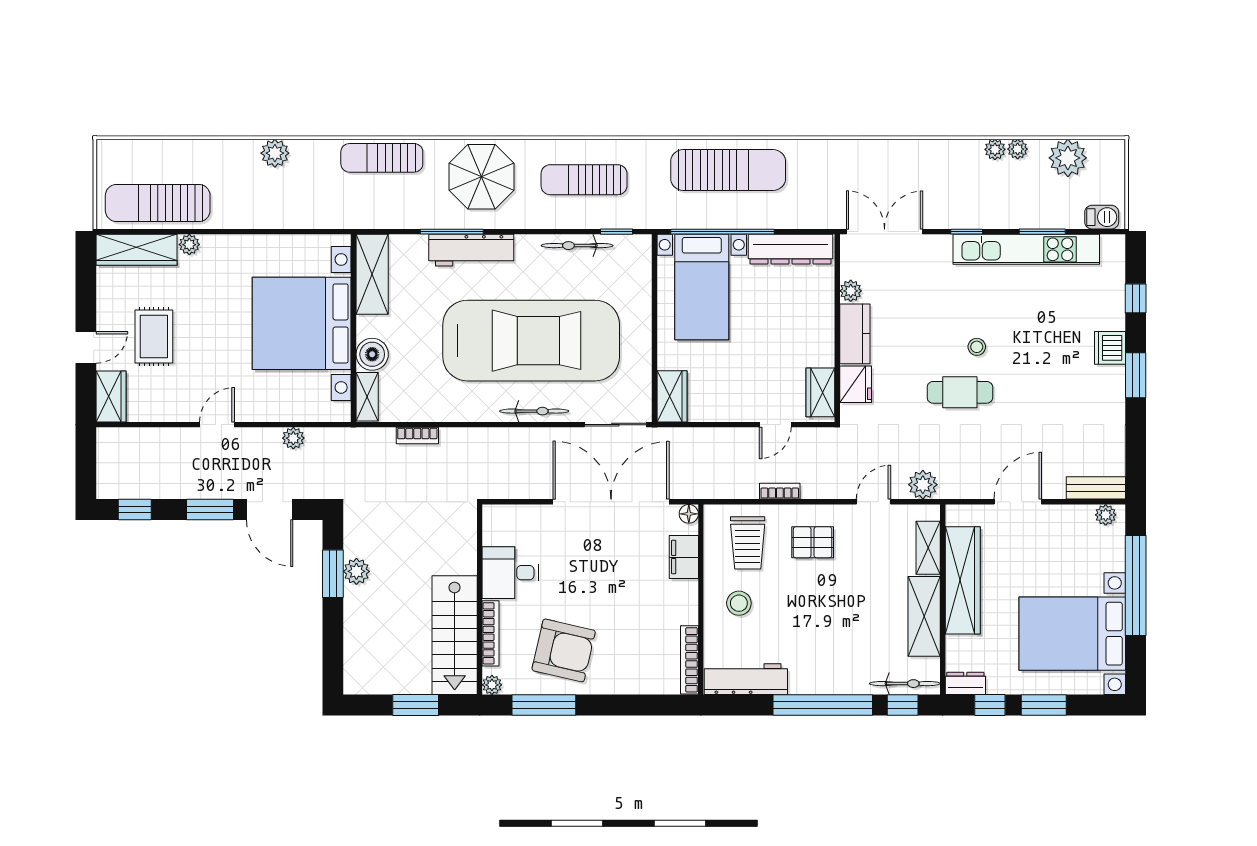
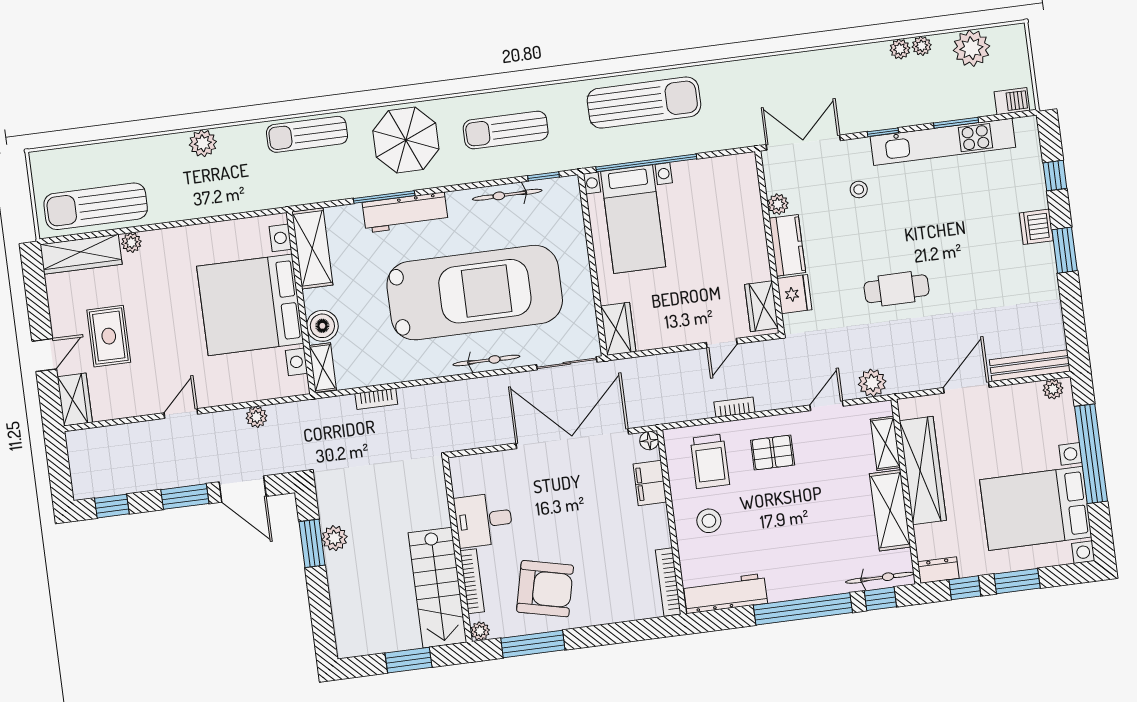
dresser: (790, 249) -> (714, 171), removed
stool: (977, 347) -> (859, 189), moved
bench: (1096, 488) -> (1030, 366), width x1.36

